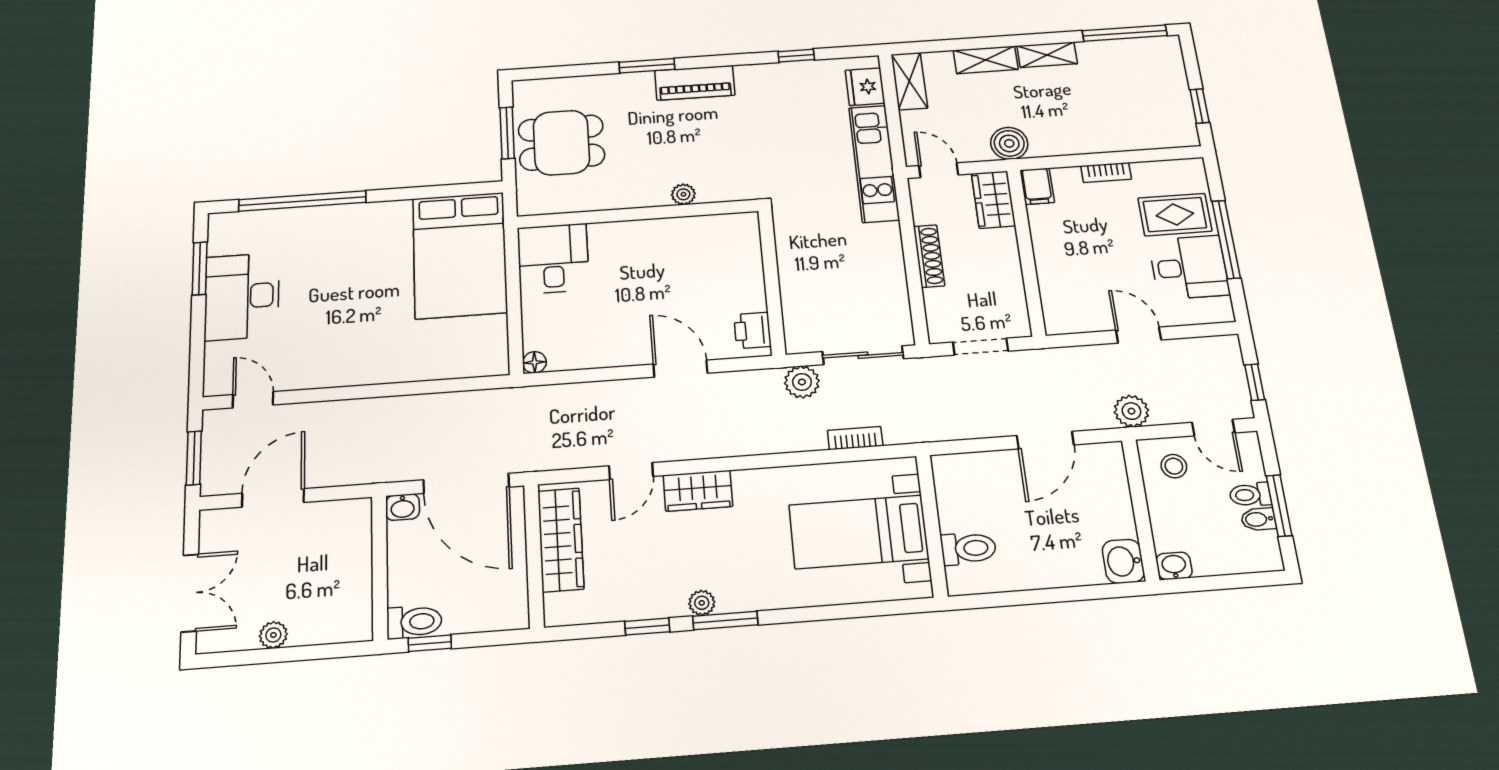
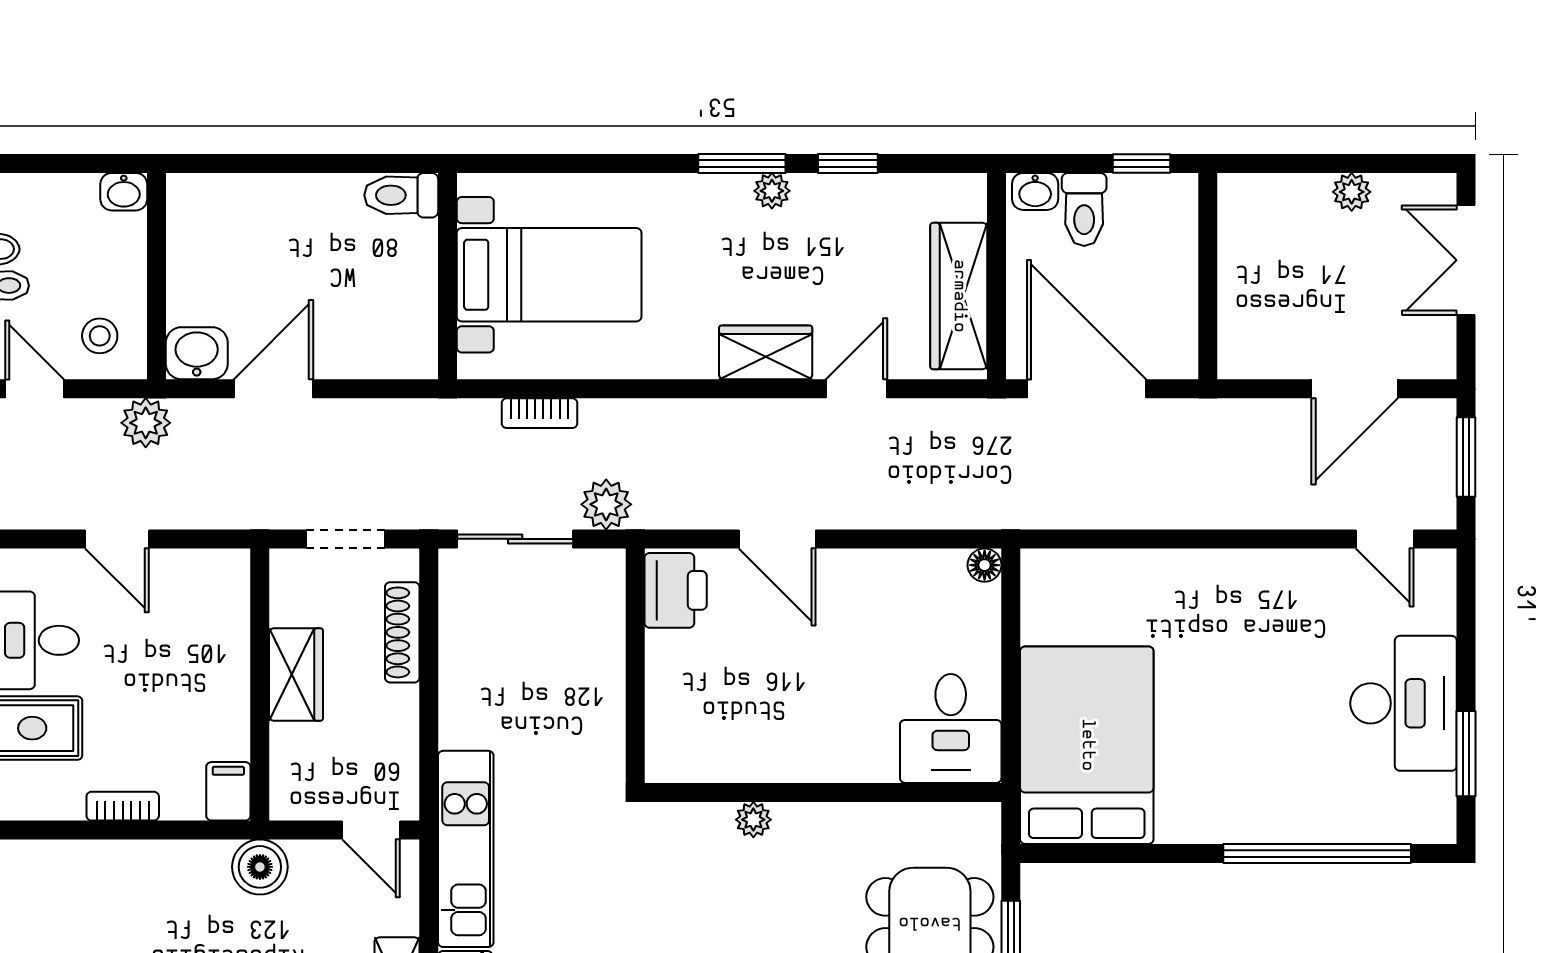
wardrobe: (993, 200) -> (296, 675), moved
shoe rack: (929, 256) -> (402, 632), moved
printer: (753, 330) -> (676, 590), width x1.36, depth x1.24
washbasin: (403, 507) -> (1035, 191), moved, turned 180
toilet: (968, 548) -> (401, 195), moved
washbasin: (1123, 561) -> (197, 353), moved, turned -90
toilet: (414, 622) -> (1084, 209), moved, turned -90

